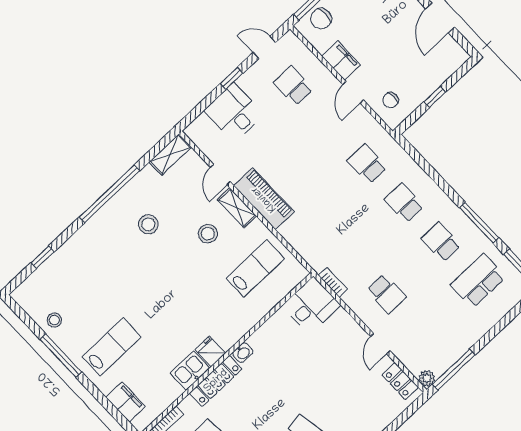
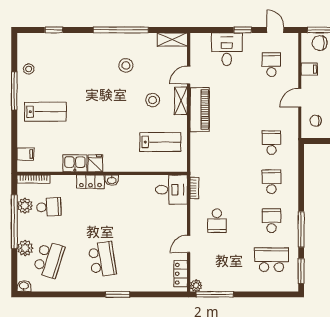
filing cabinet: (341, 61) -> (309, 69), width x0.50
locker: (216, 381) -> (90, 182), width x0.66
filing cabinet: (126, 402) -> (25, 154), width x0.50

